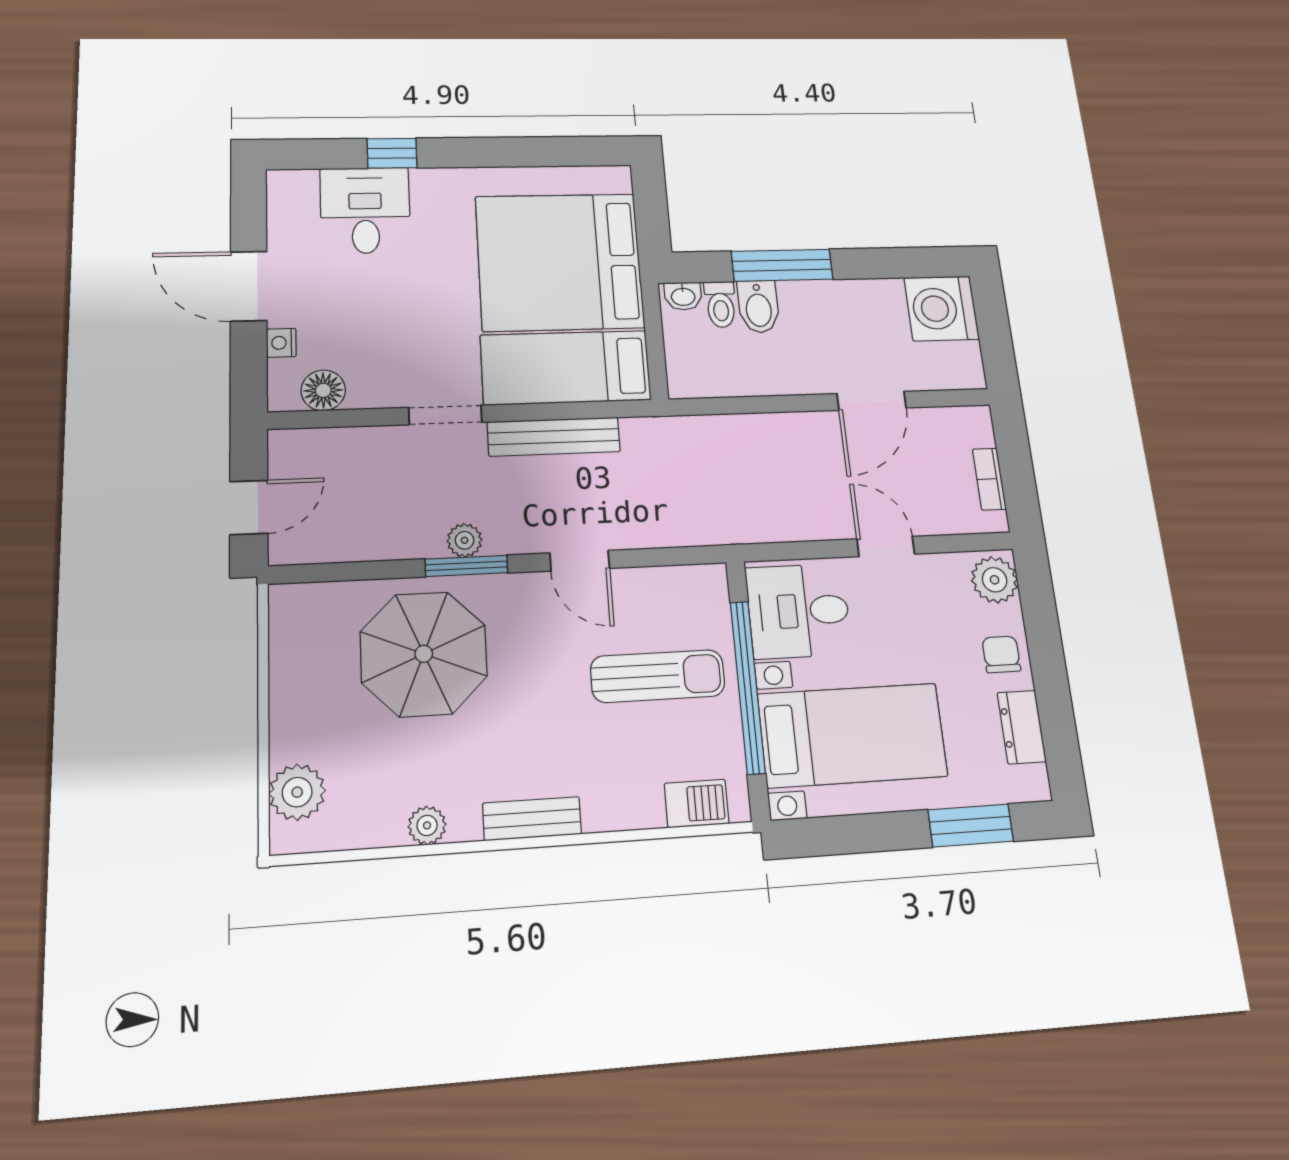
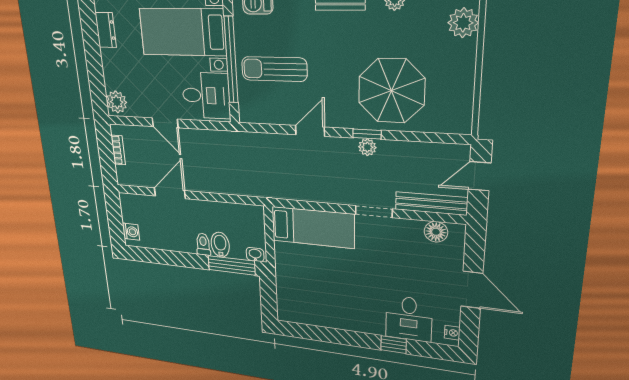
bed: (560, 262) -> (313, 279), removed
window: (782, 265) -> (232, 265), moved
toilet: (721, 304) -> (203, 244), moved
washing machine: (942, 308) -> (131, 232), width x0.53, depth x0.53
nightstand: (281, 343) -> (452, 333), moved
bench: (554, 437) -> (431, 203), moved
door: (580, 561) -> (310, 131), hinge flipped
window: (466, 566) -> (367, 134), width x0.67
chair: (1001, 654) -> (114, 66), removed

